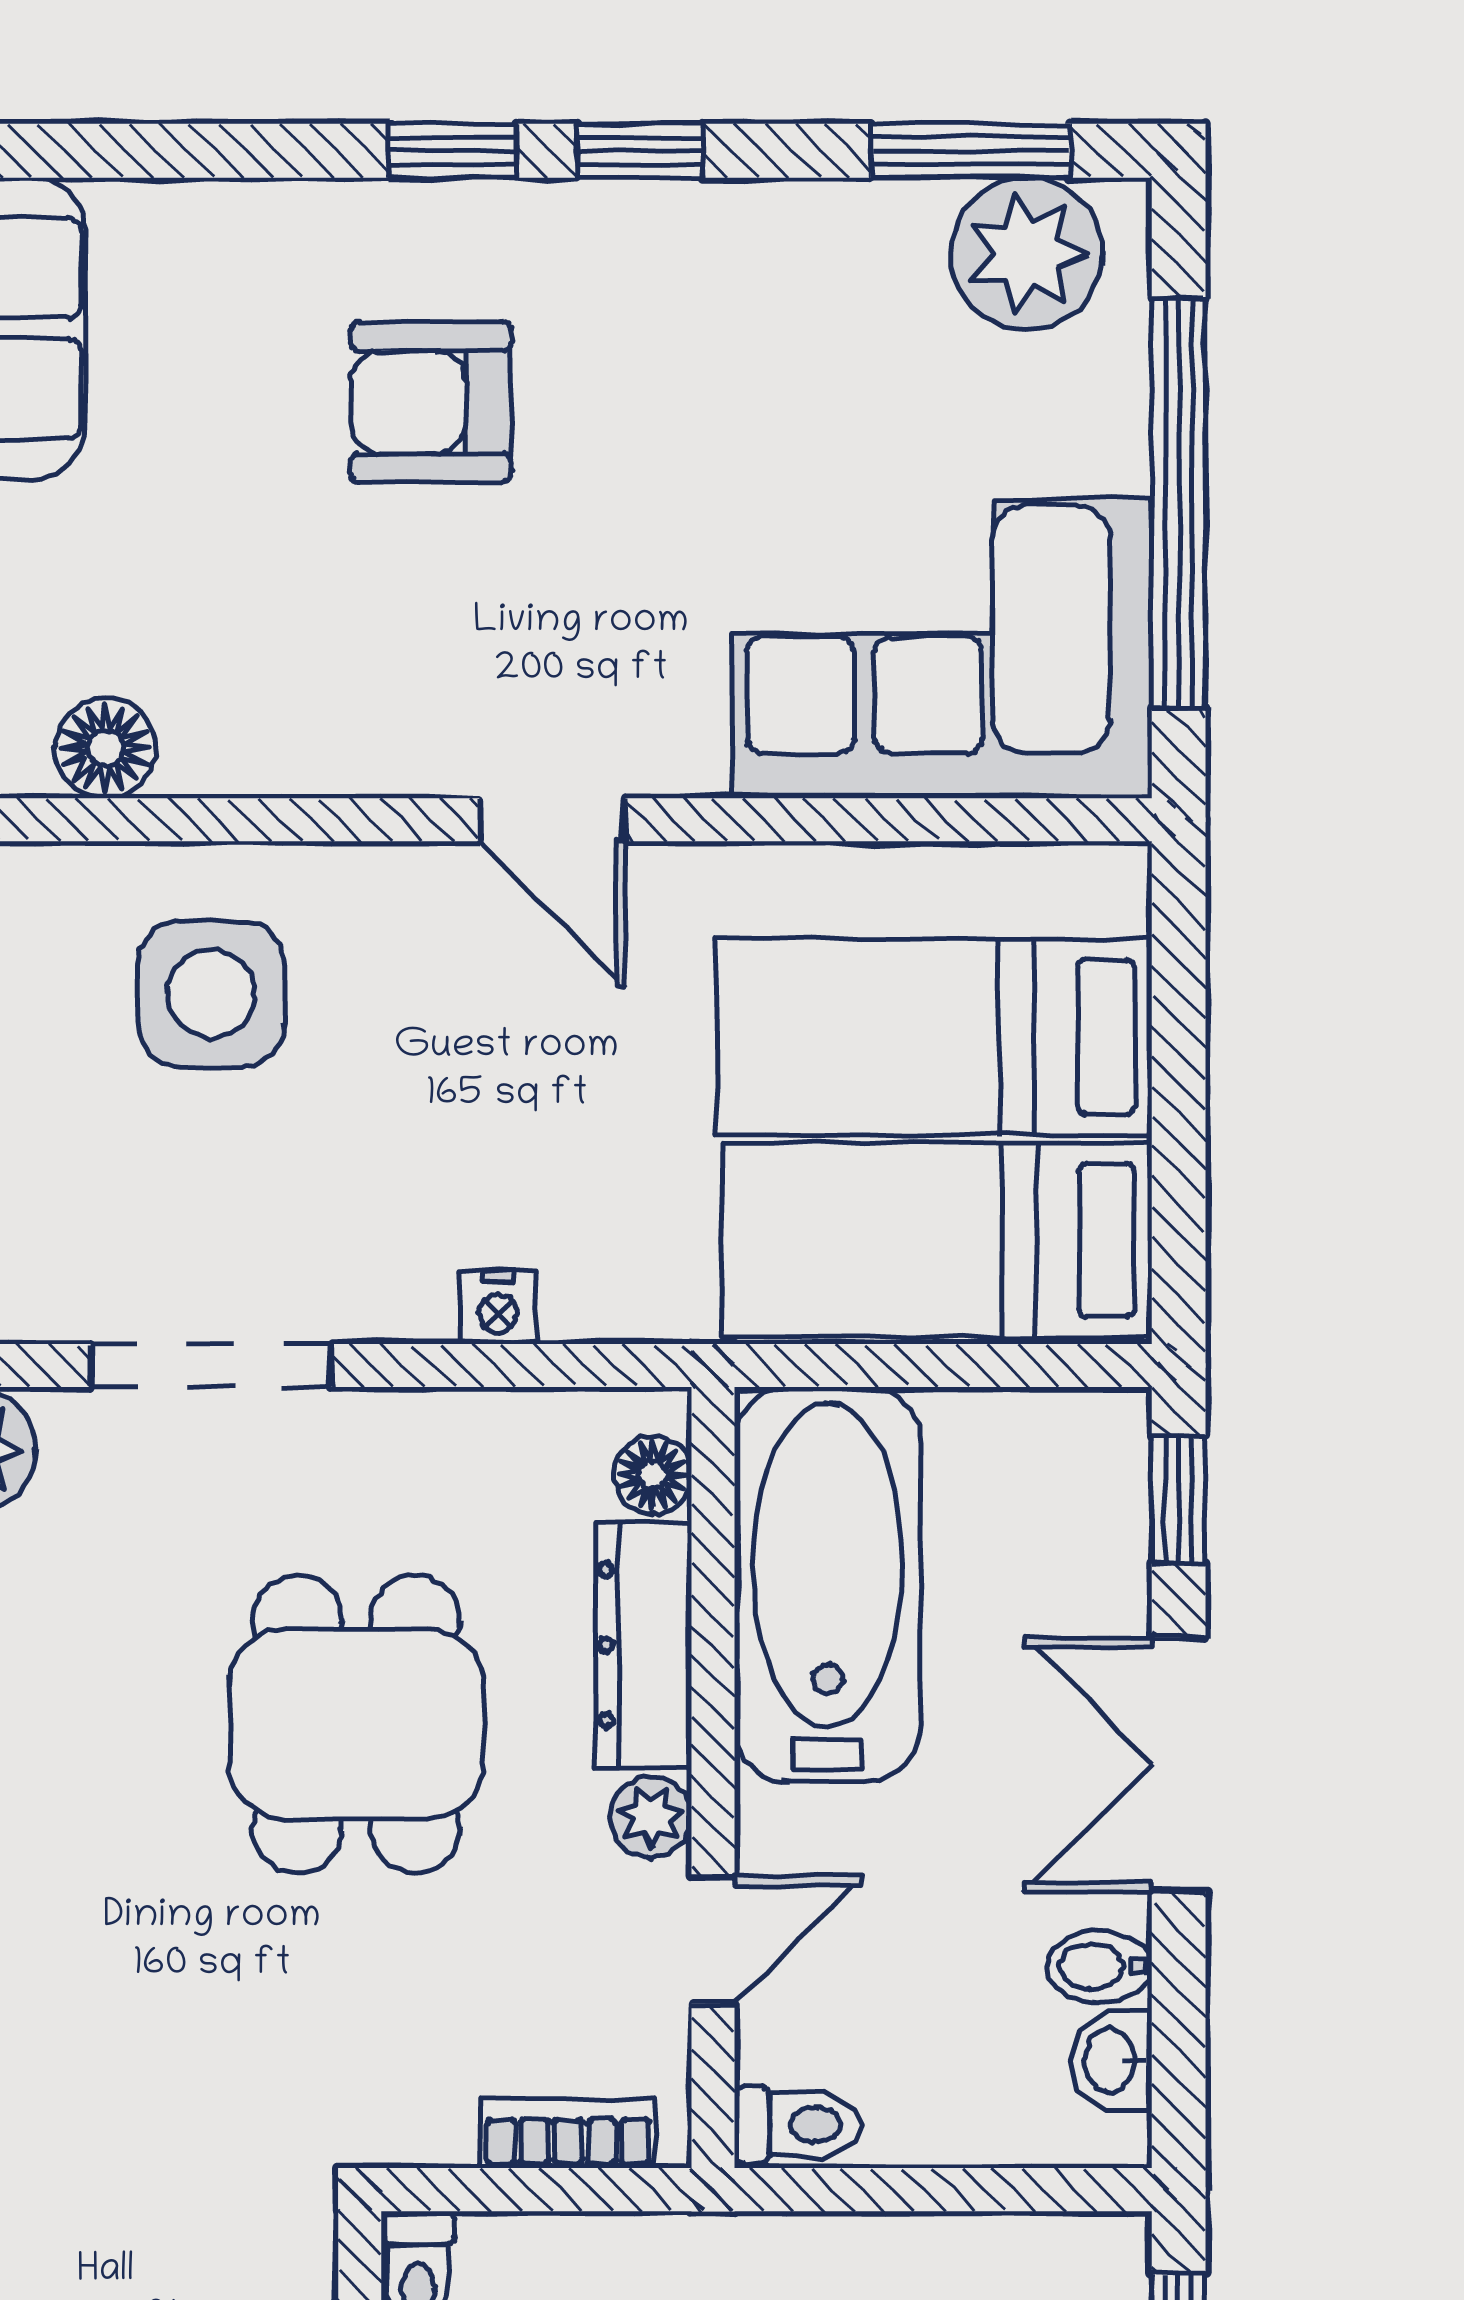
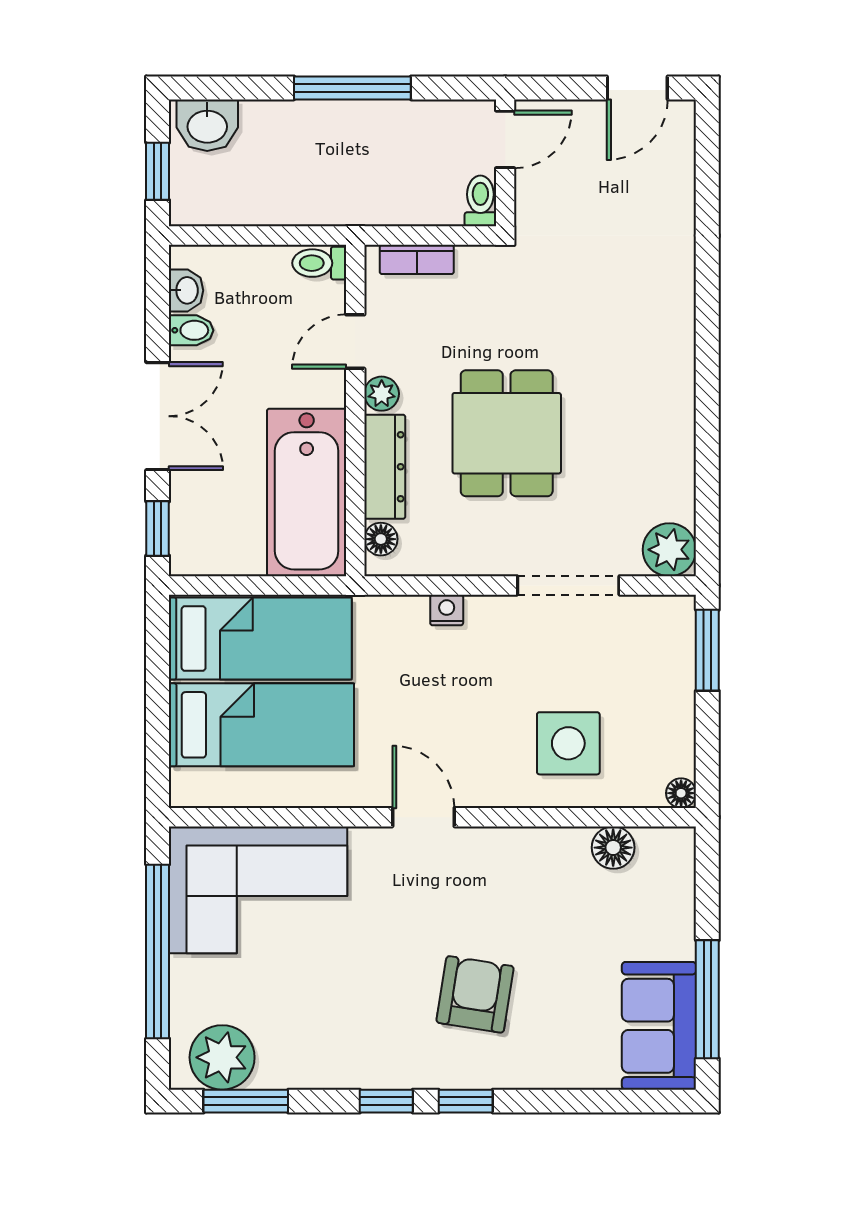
armchair: (431, 402) -> (475, 994), turned -81

